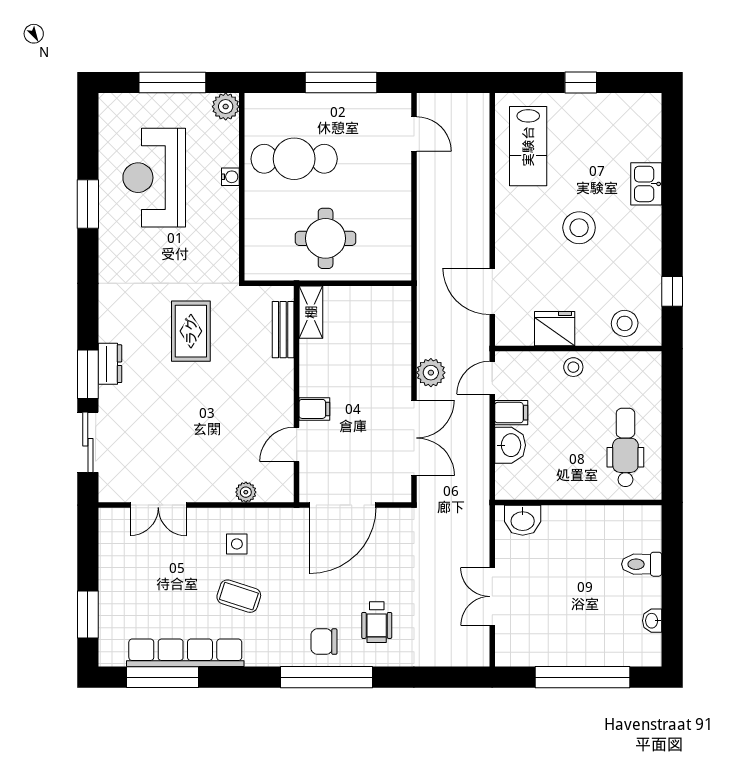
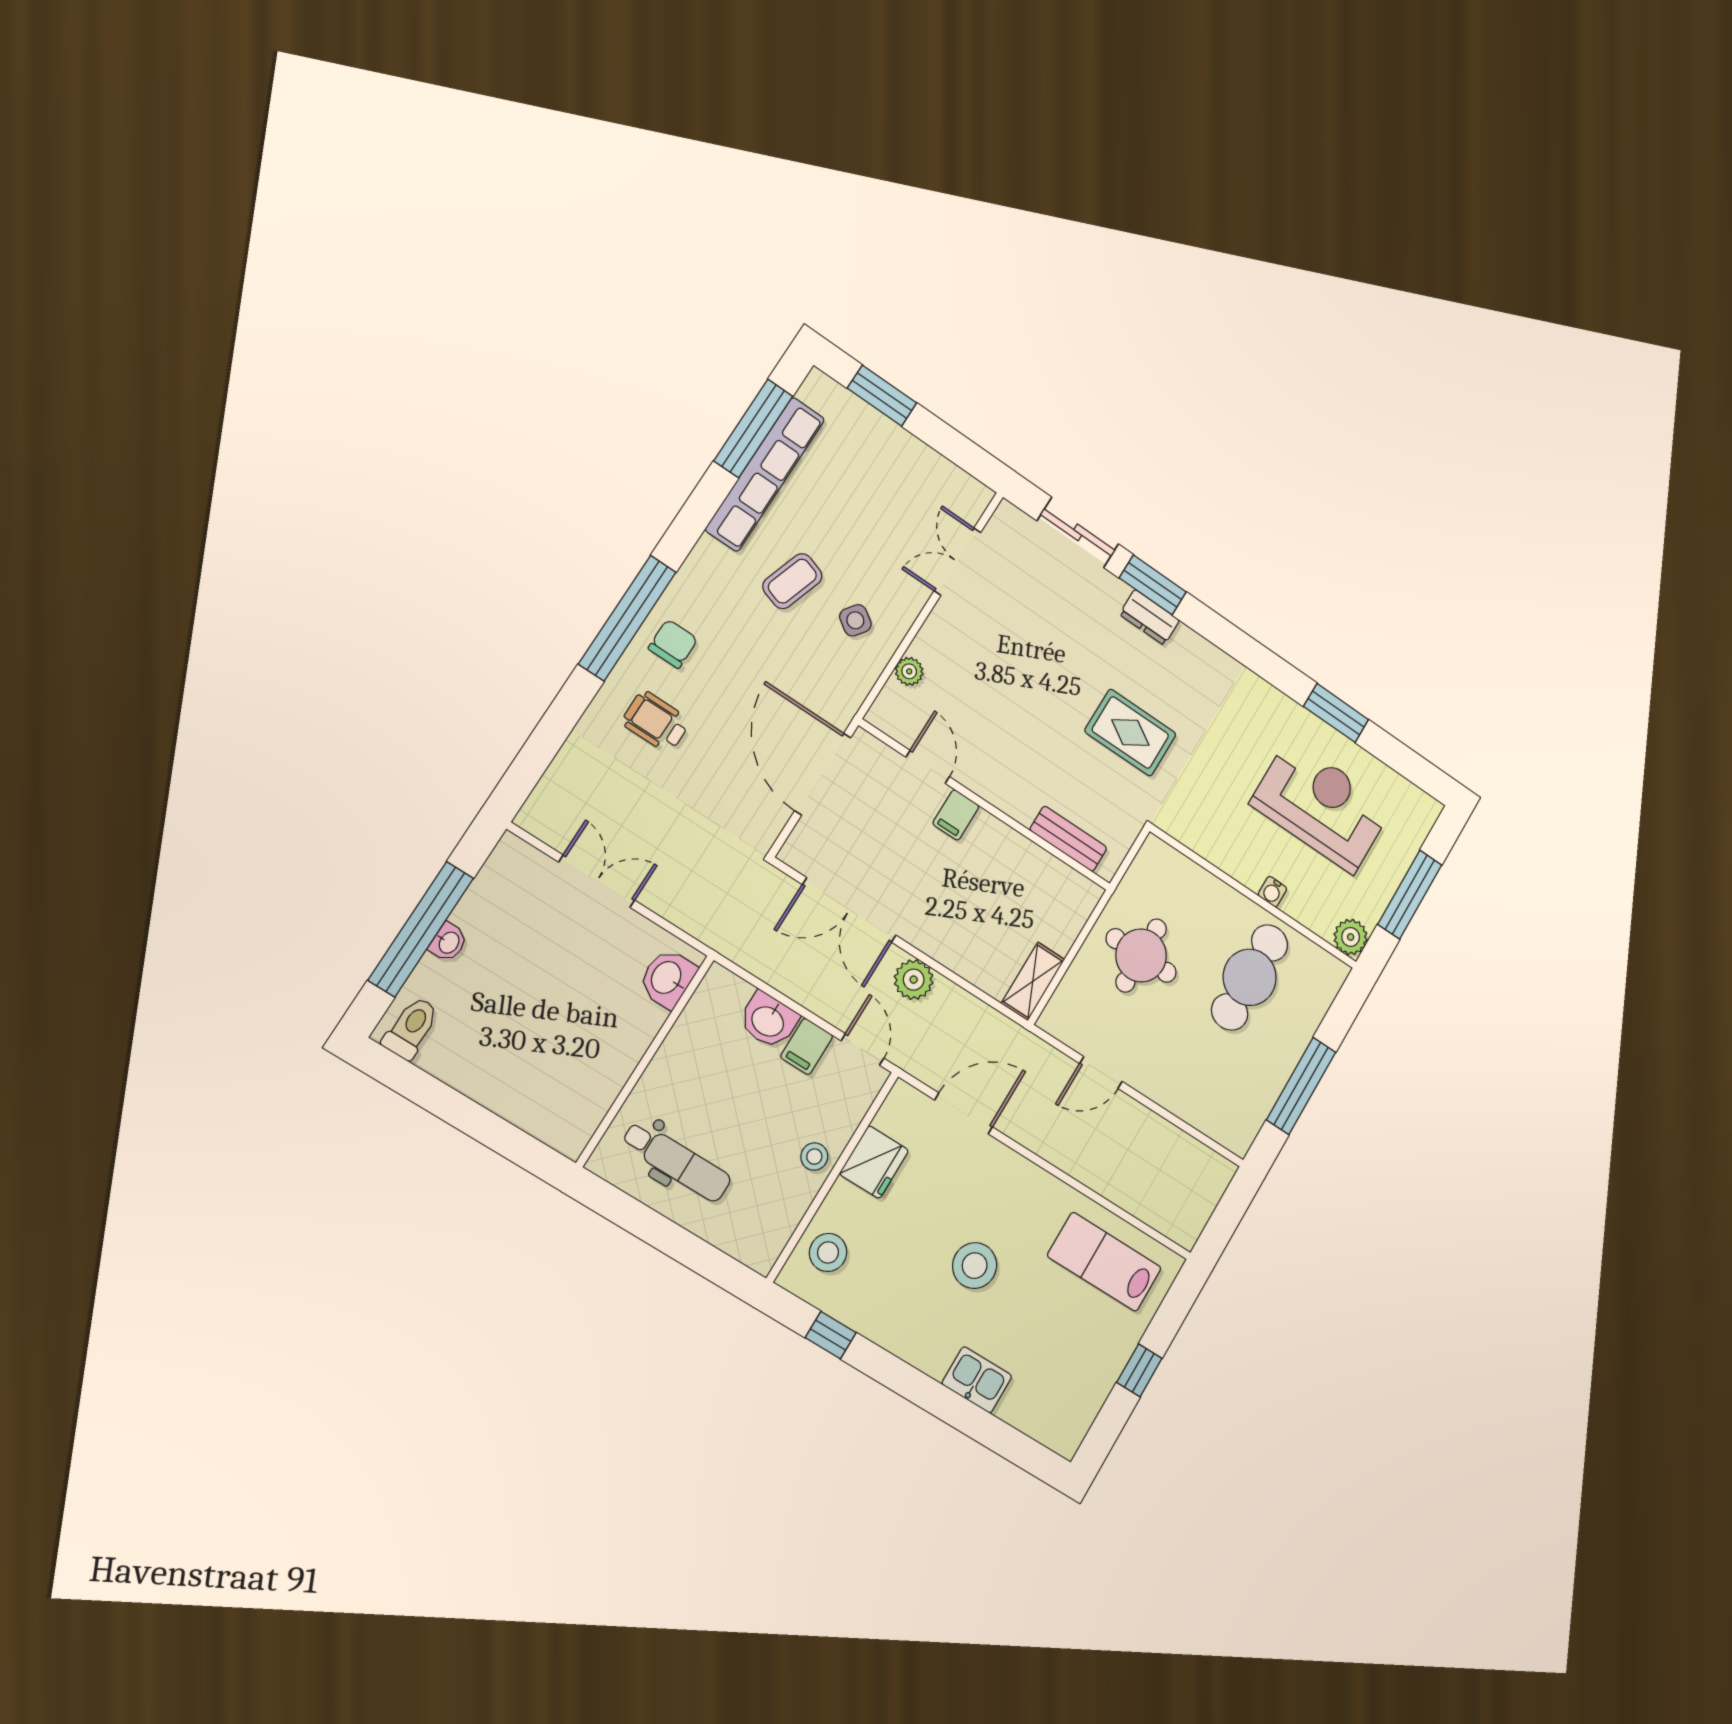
door: (414, 134) -> (1101, 1072), moved
shelving: (311, 312) -> (1033, 981), moved, turned 90
side table: (237, 544) -> (855, 620), turned 35
toilet: (642, 564) -> (411, 1028), moved
washbasin: (652, 621) -> (448, 942), moved, turned 90

